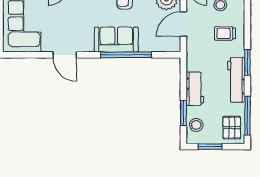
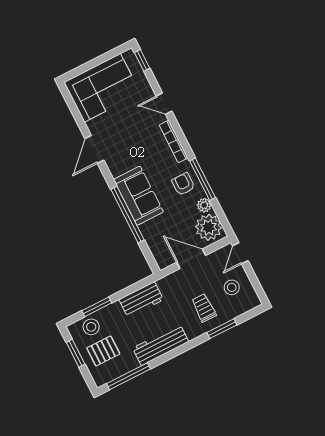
window: (247, 62) -> (222, 329), moved
workbench: (195, 89) -> (141, 300), moved
pallet: (232, 128) -> (103, 351), moved

